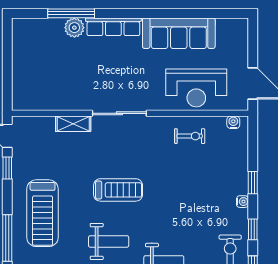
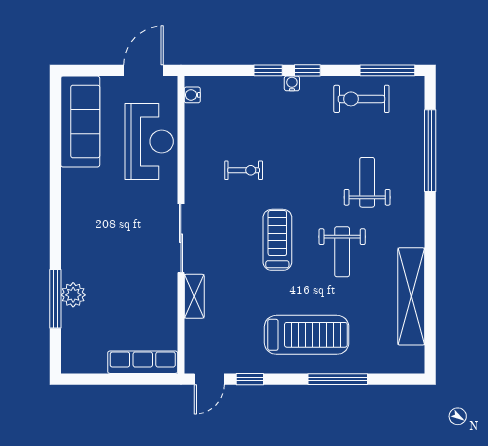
row of seats: (113, 27) -> (143, 362), moved, turned -90
sofa: (179, 33) -> (80, 122), moved
exercise bike: (190, 136) -> (244, 170), moved, turned 90
window: (253, 229) -> (307, 70), moved
weight bench: (109, 241) -> (342, 252), turned 180

